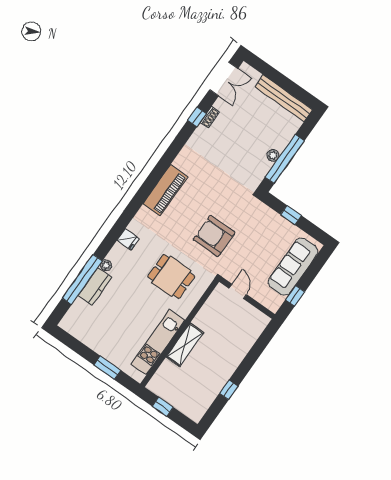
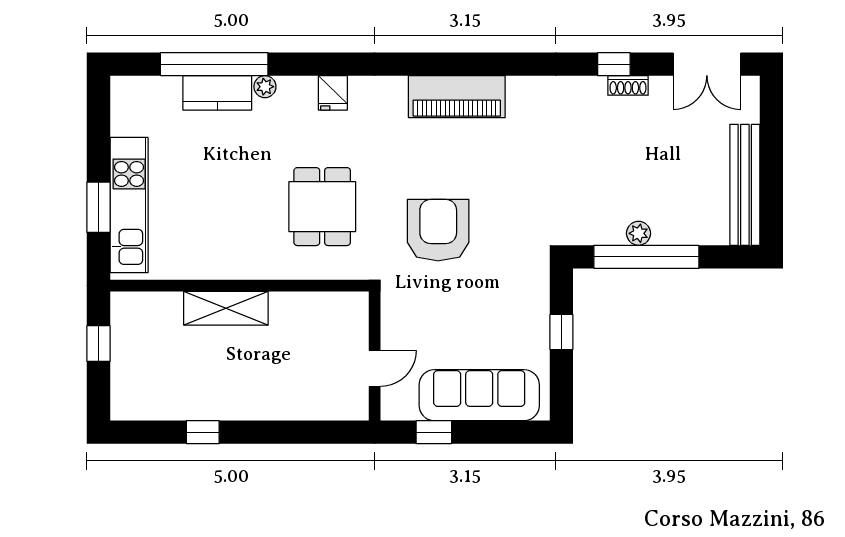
door: (238, 291) -> (375, 368), moved
kitchen unit: (158, 342) -> (129, 205), moved, turned 90

